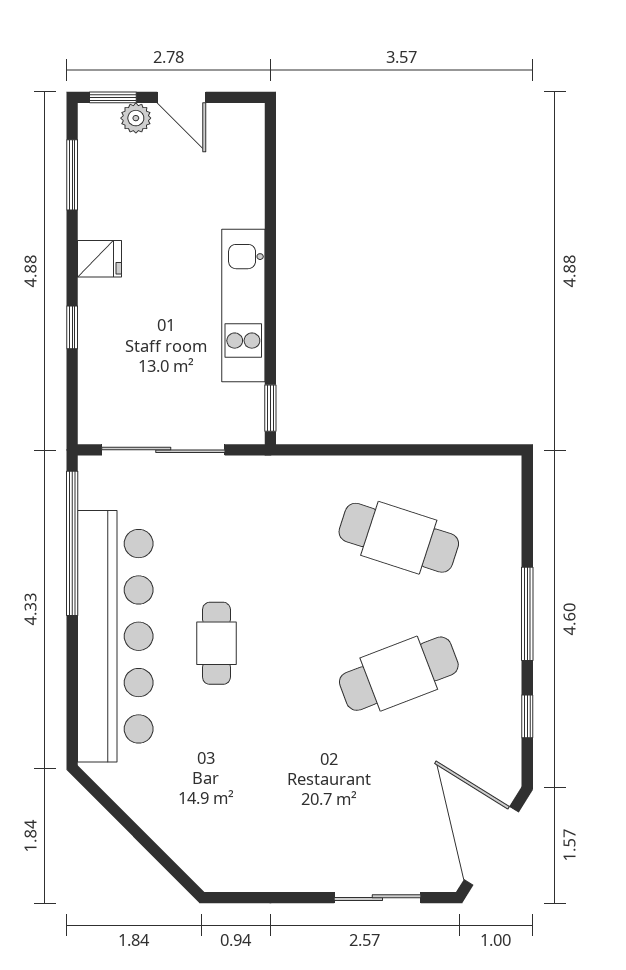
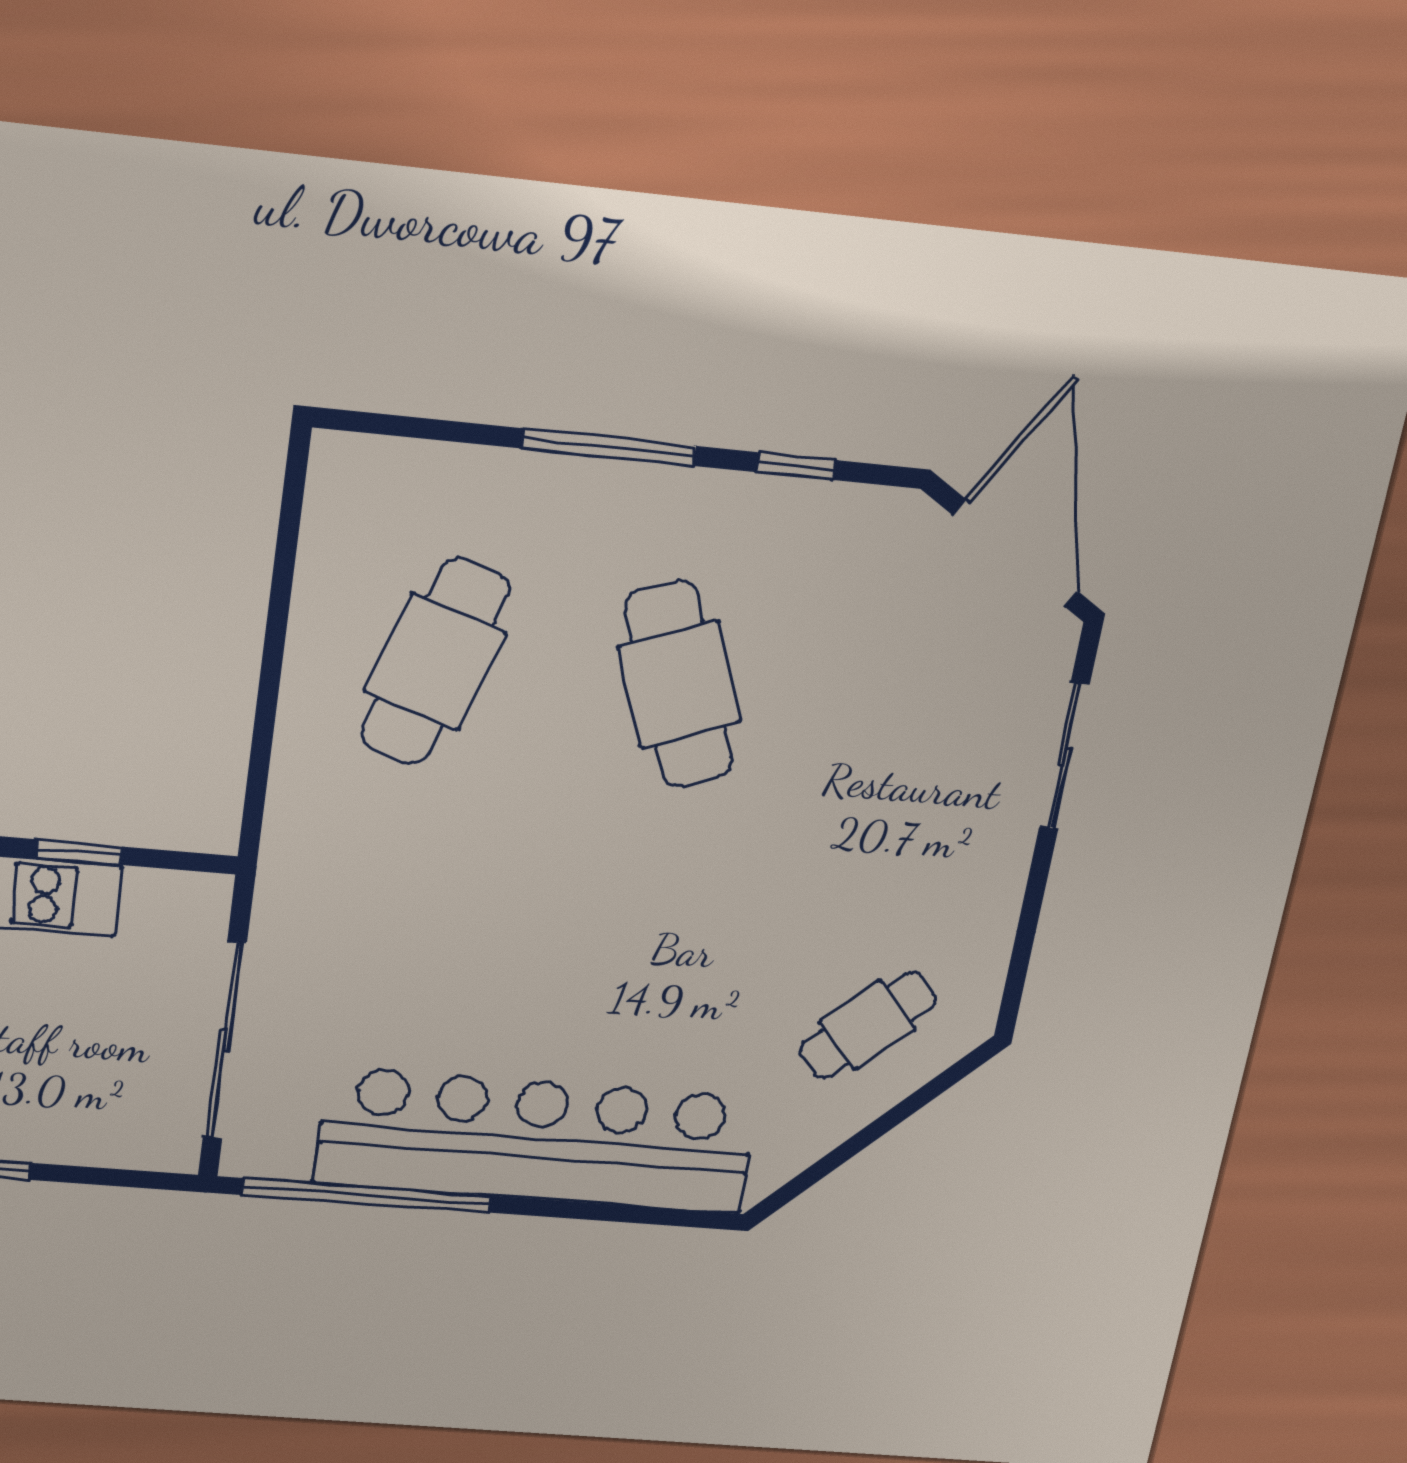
window: (270, 408) -> (79, 852), moved
cafe table: (216, 643) -> (868, 1025), moved, turned -43
door: (491, 846) -> (1015, 553), swing flipped

